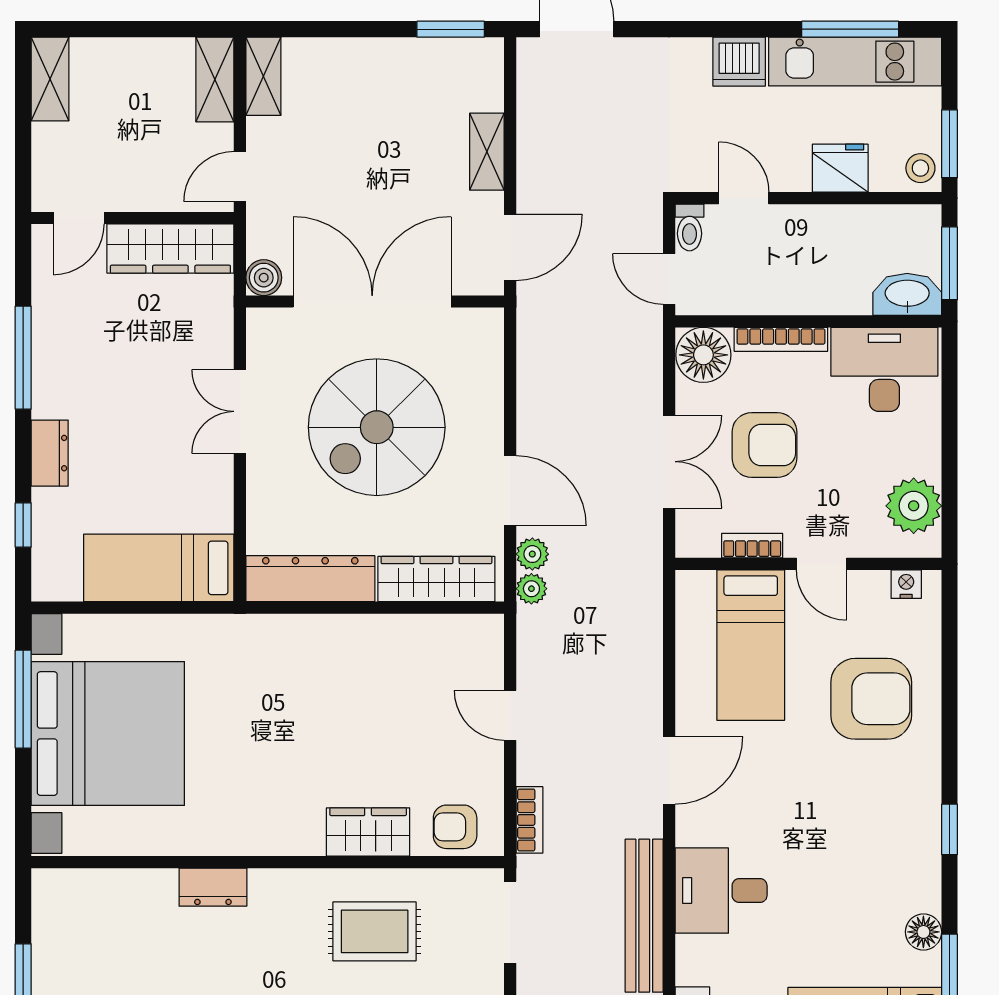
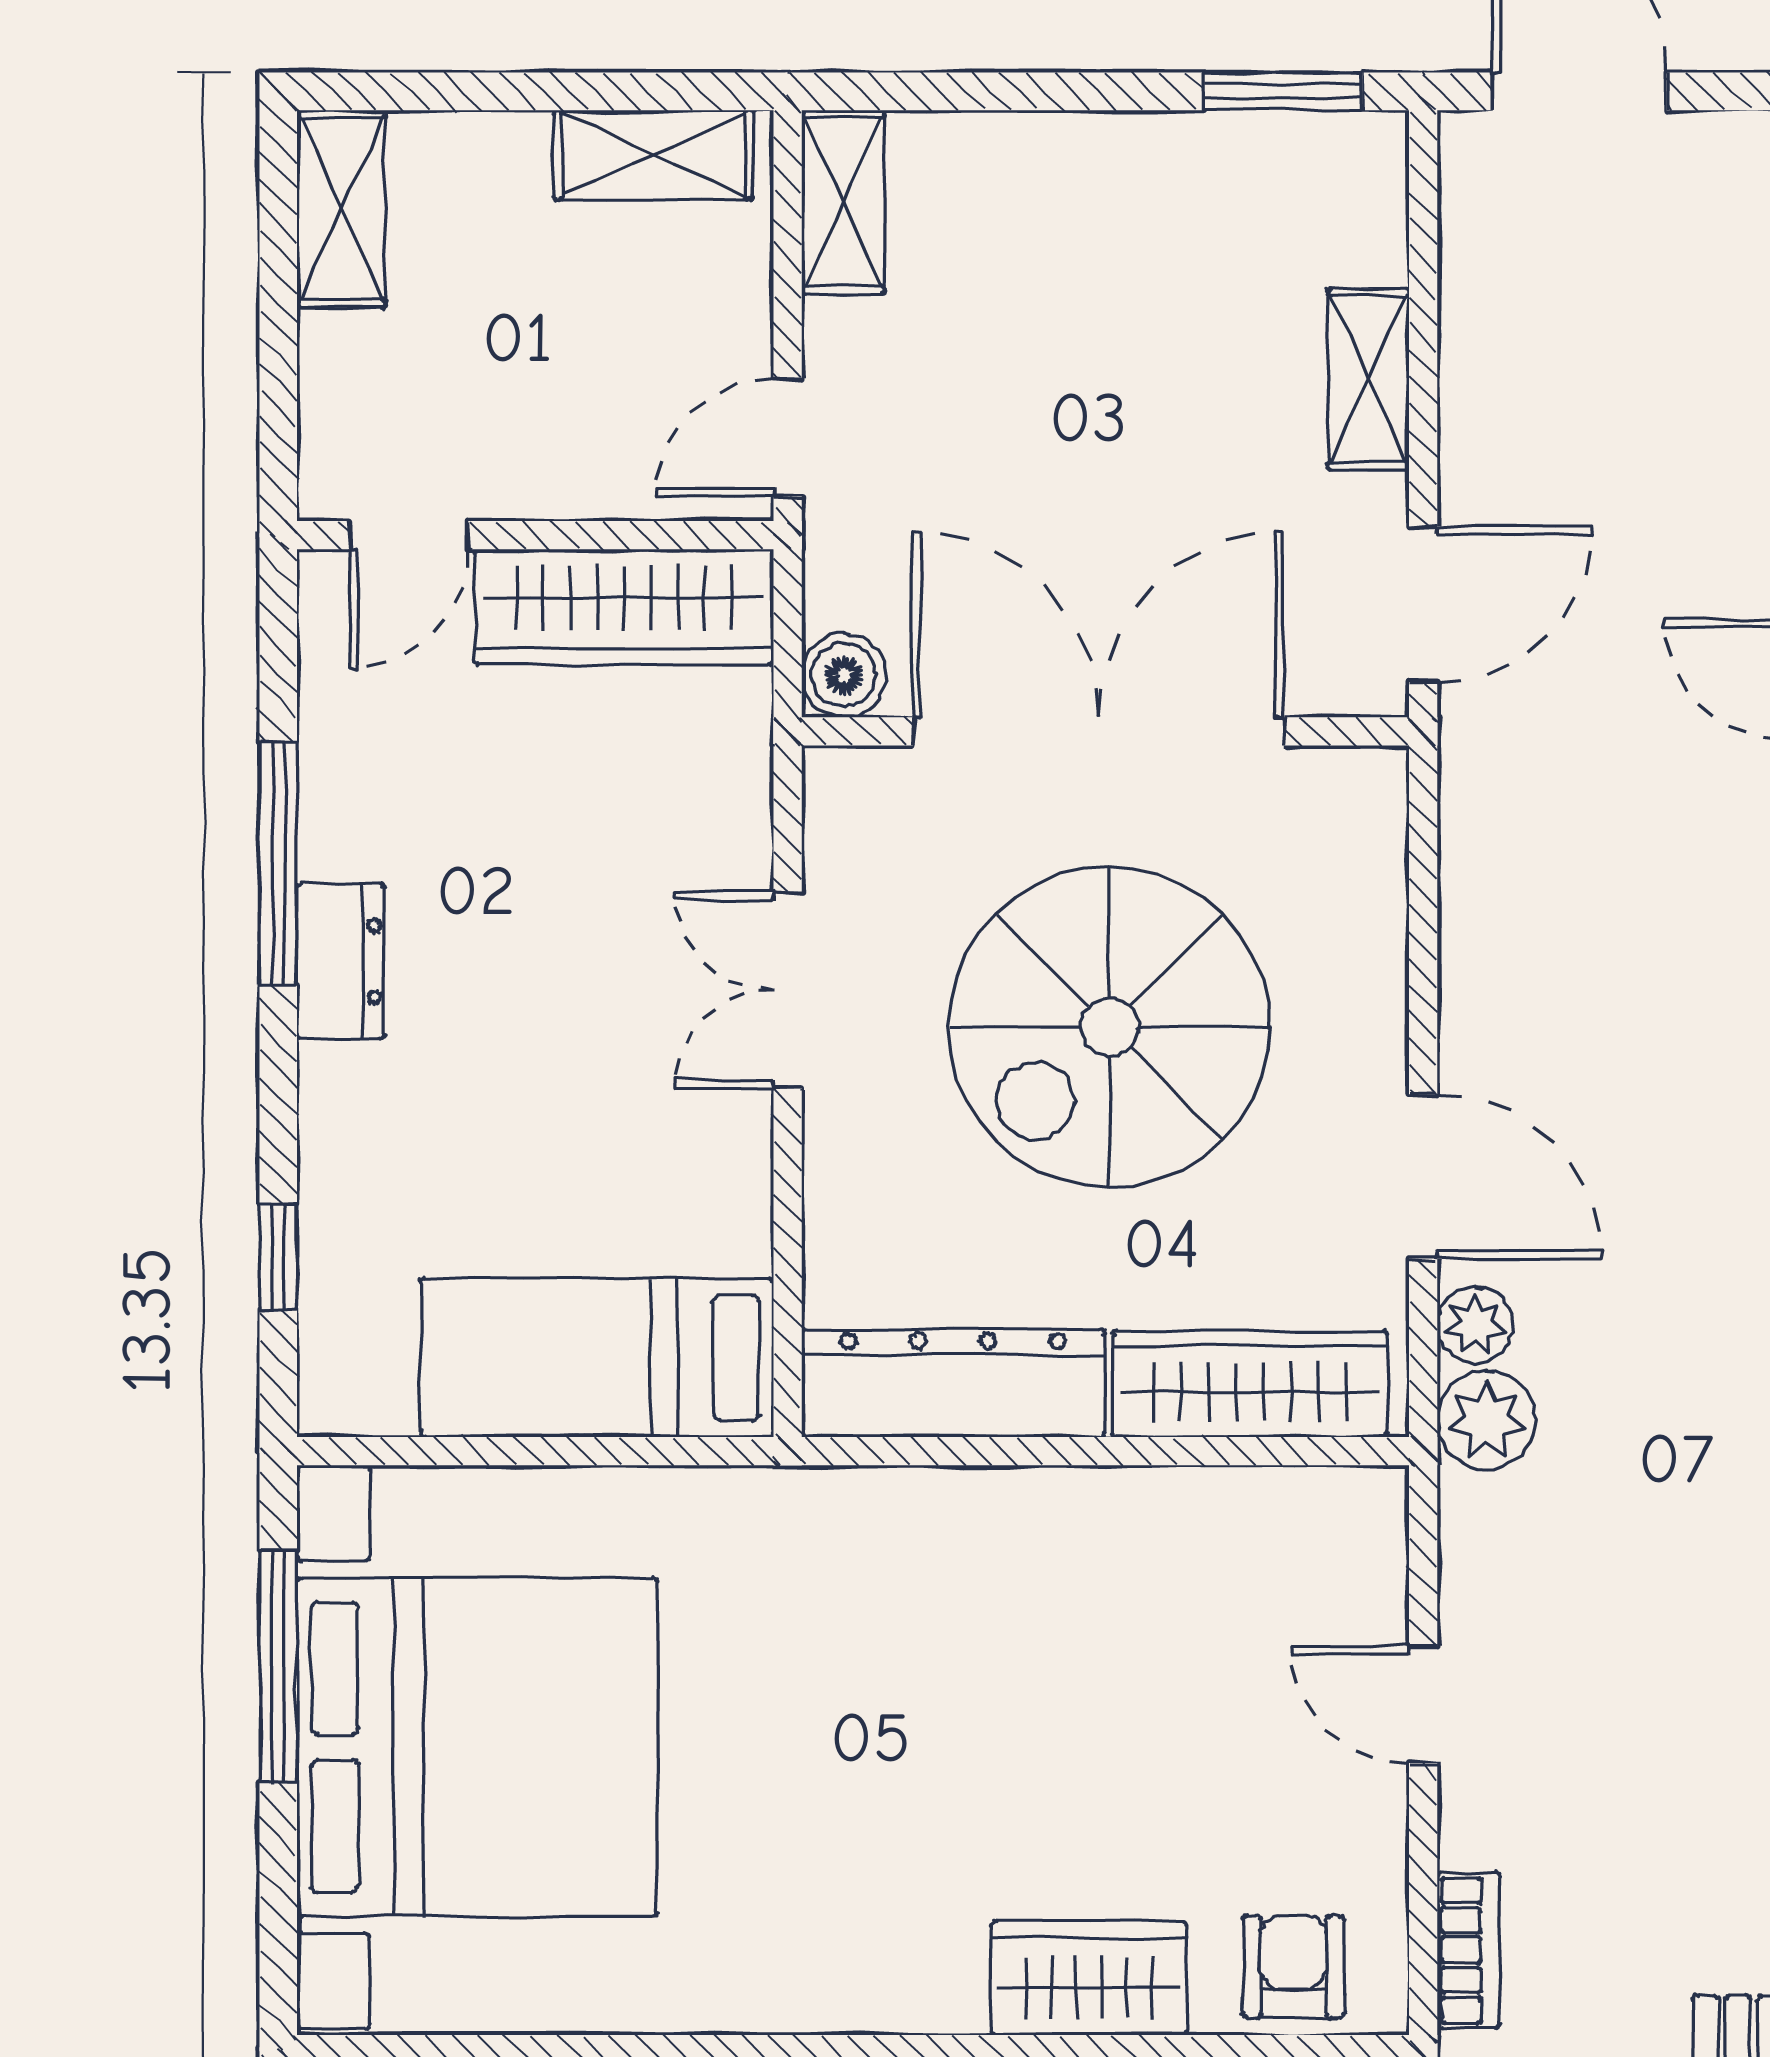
shelving: (215, 79) -> (653, 155), moved, turned 90
dresser: (50, 453) -> (341, 961), moved
plant: (531, 589) -> (1487, 1420), width x1.38, depth x1.38
armchair: (455, 827) -> (1294, 1966), turned 90

